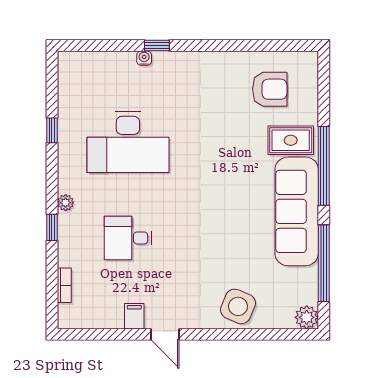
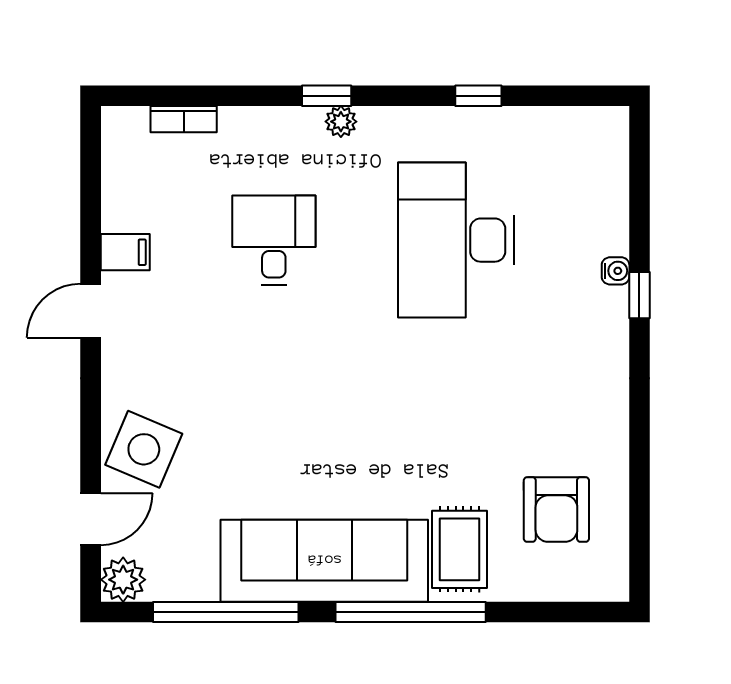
window: (52, 227) -> (327, 96), moved
door: (275, 334) -> (91, 519), added

